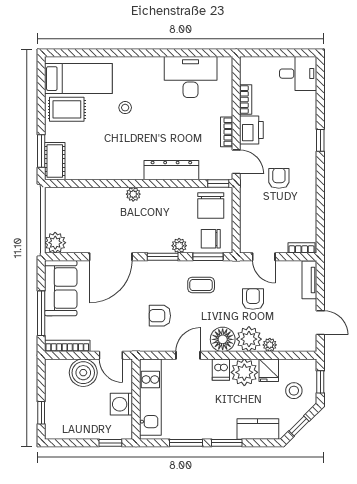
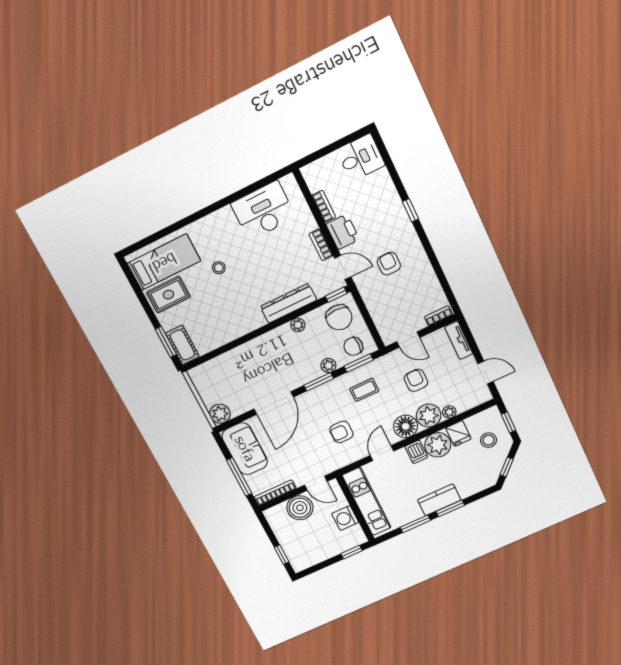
plant: (133, 194) -> (298, 325), moved
kitchen counter: (258, 429) -> (439, 500), moved

